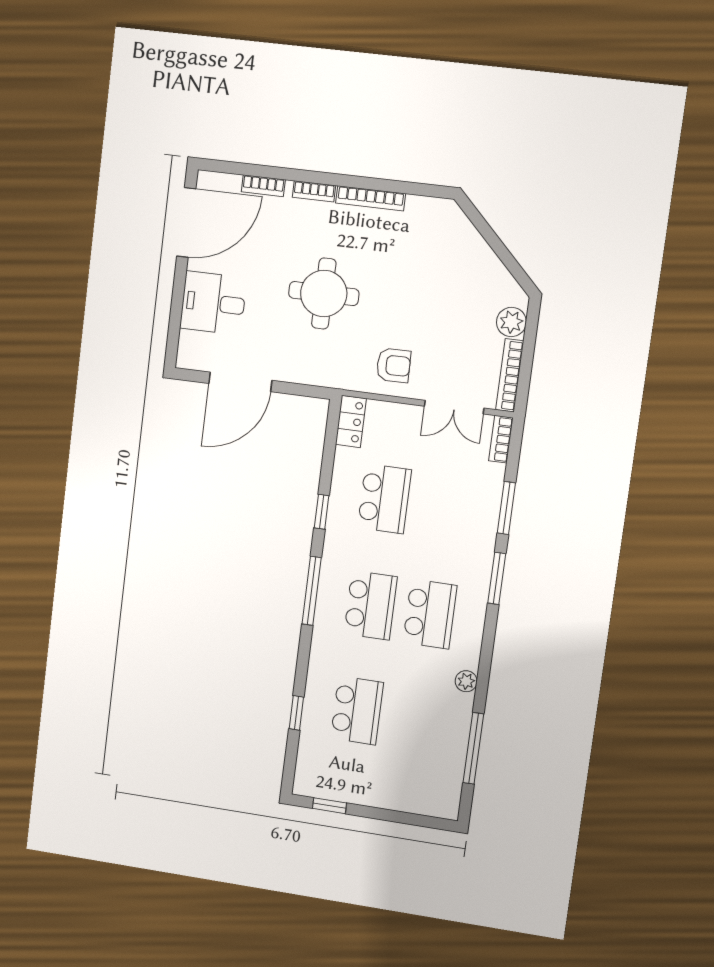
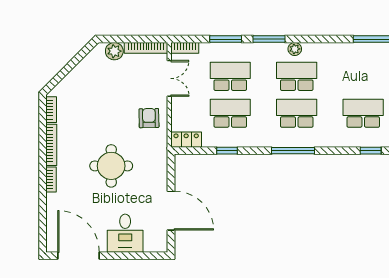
bookcase: (263, 186) -> (51, 110), moved
school desk: (444, 507) -> (230, 76), added
window: (322, 512) -> (227, 151), moved
plant: (466, 681) -> (295, 49), moved

